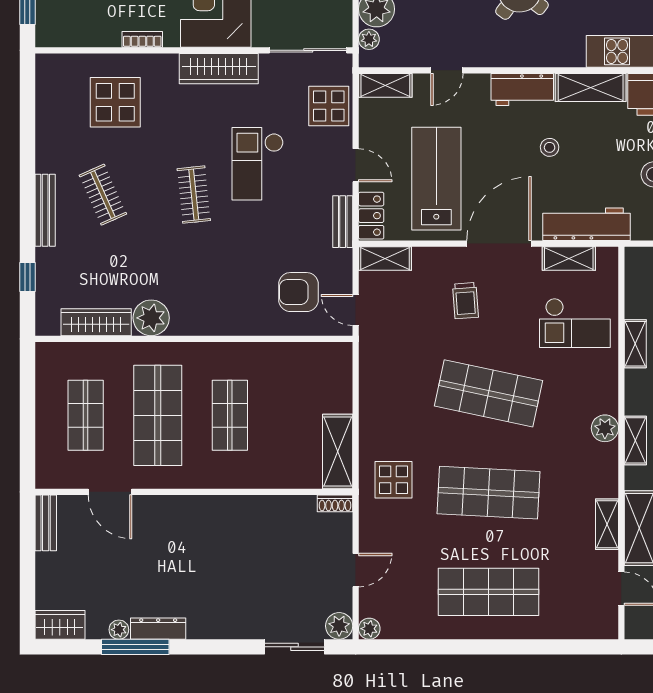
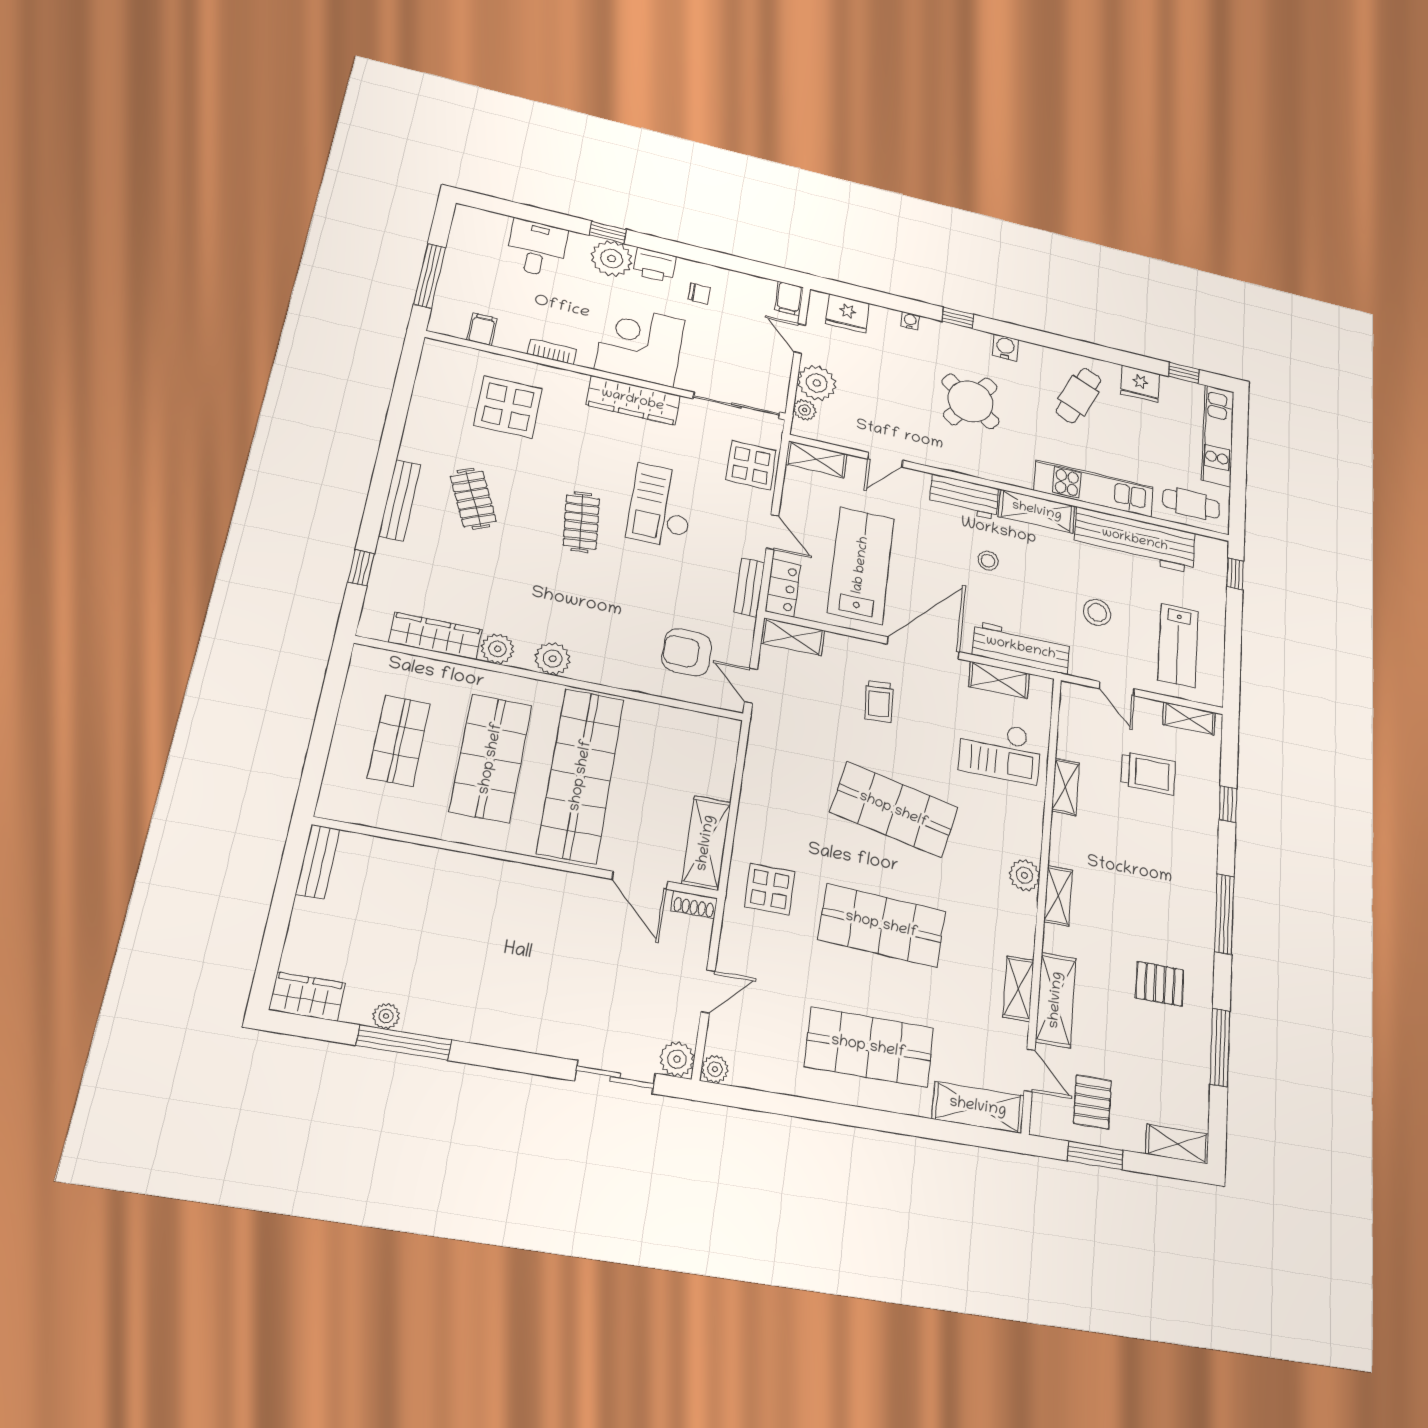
filing cabinet: (81, 33) -> (482, 329), added
plant: (151, 318) -> (497, 649), width x0.73, depth x0.73
plant: (191, 321) -> (553, 659), added
shop shelf: (230, 415) -> (581, 775), width x2.00, depth x1.36
door: (110, 492) -> (640, 880), moved
shelving: (581, 625) -> (978, 1107), added
dresser: (158, 629) -> (439, 1023), removed

